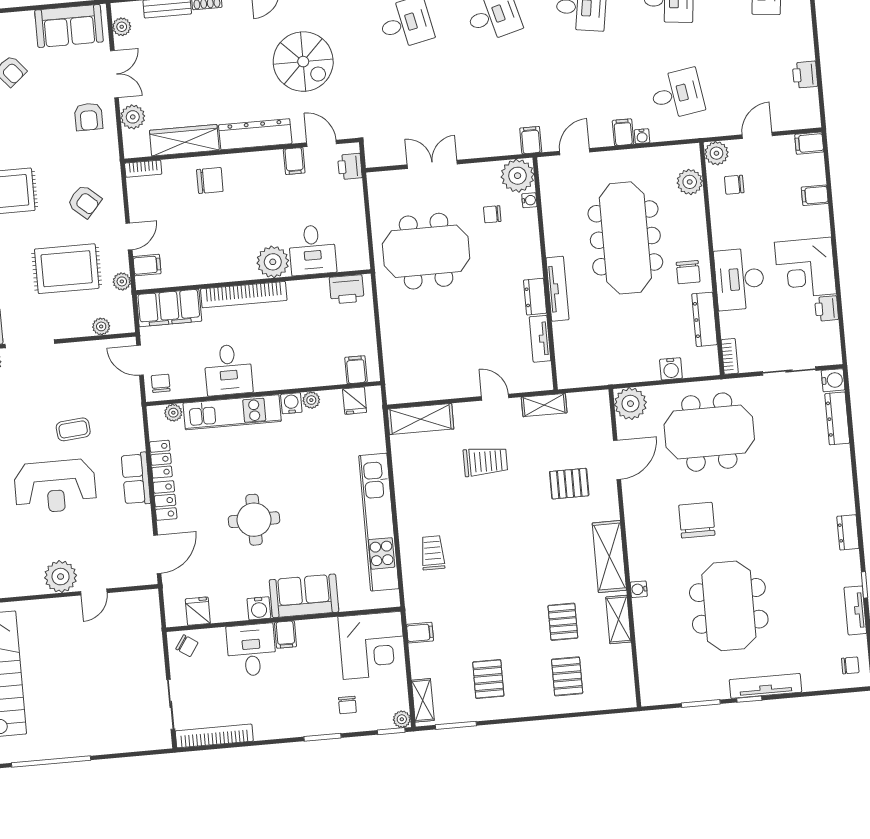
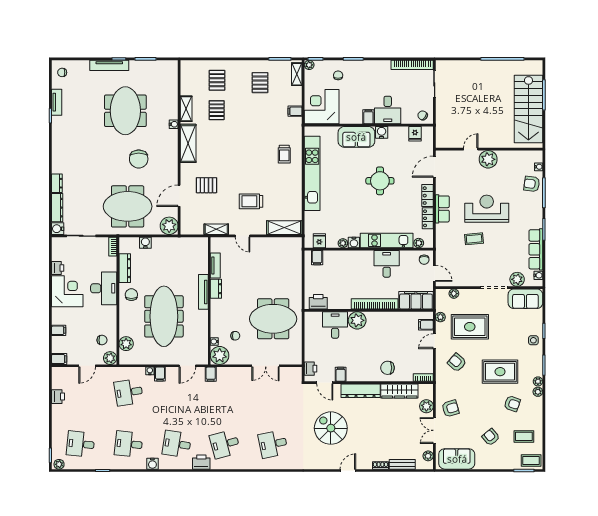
armchair: (89, 117) -> (450, 408), turned 74
dresser: (848, 532) -> (57, 183), moved

